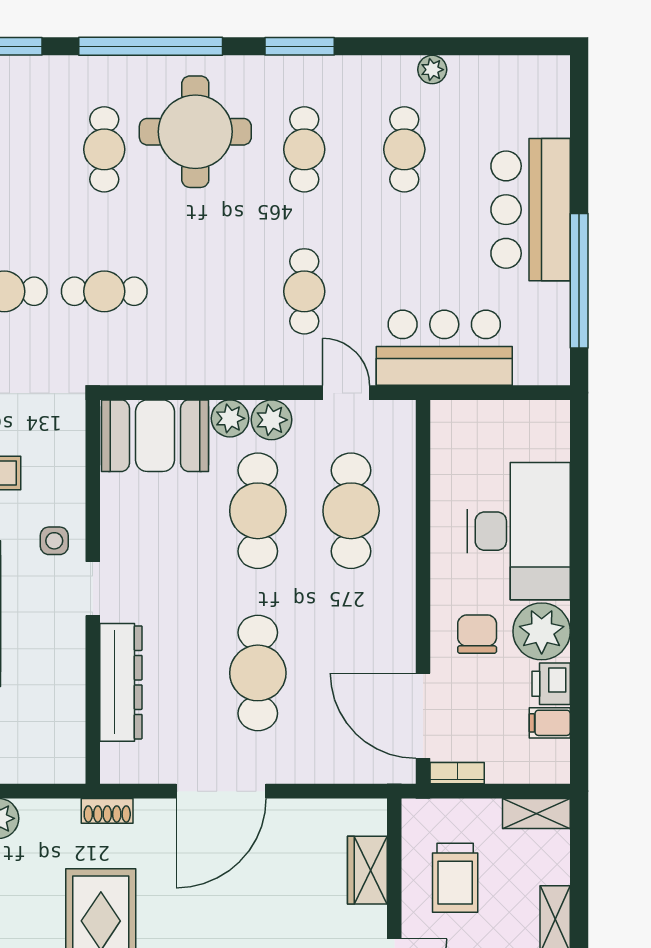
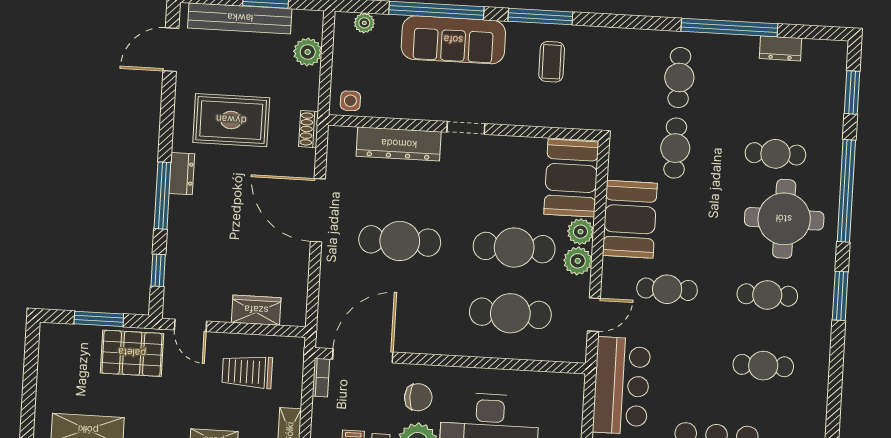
plant: (432, 70) -> (818, 388), removed
booth: (208, 350) -> (630, 219), added
side table: (54, 541) -> (350, 101), moved

